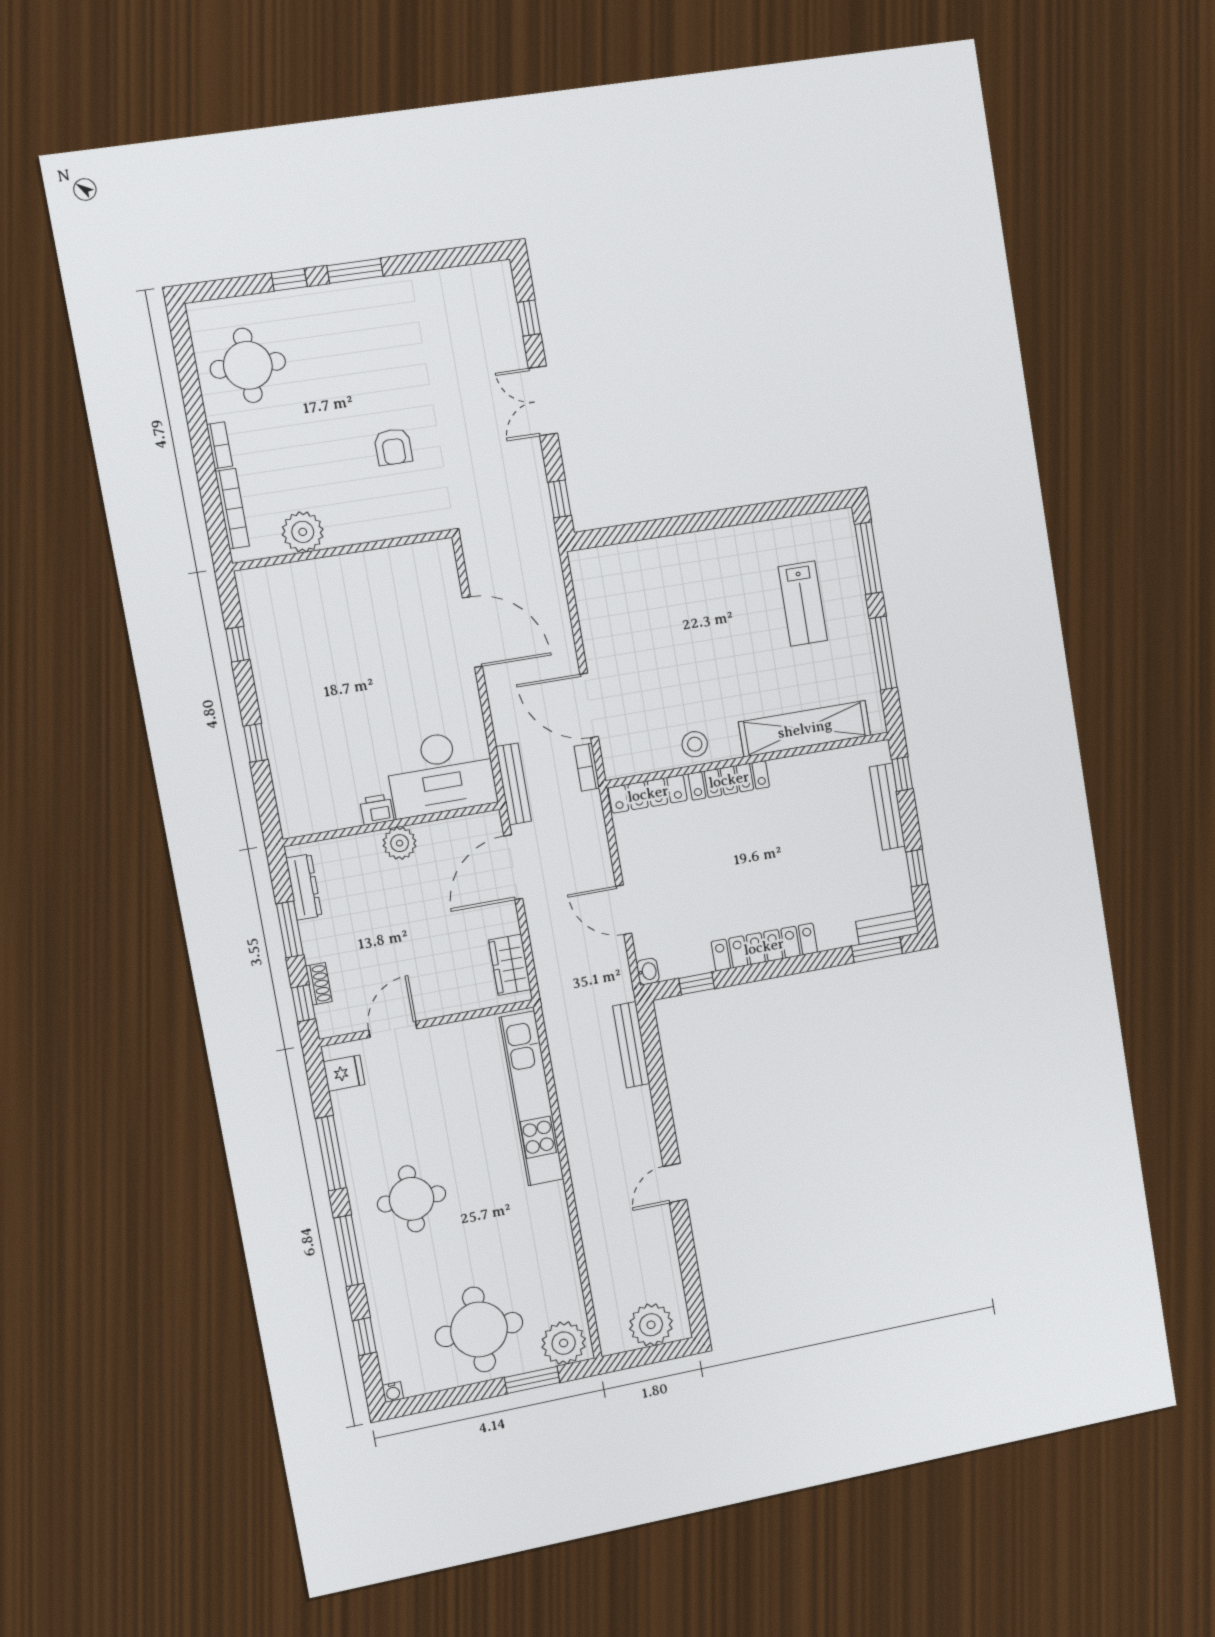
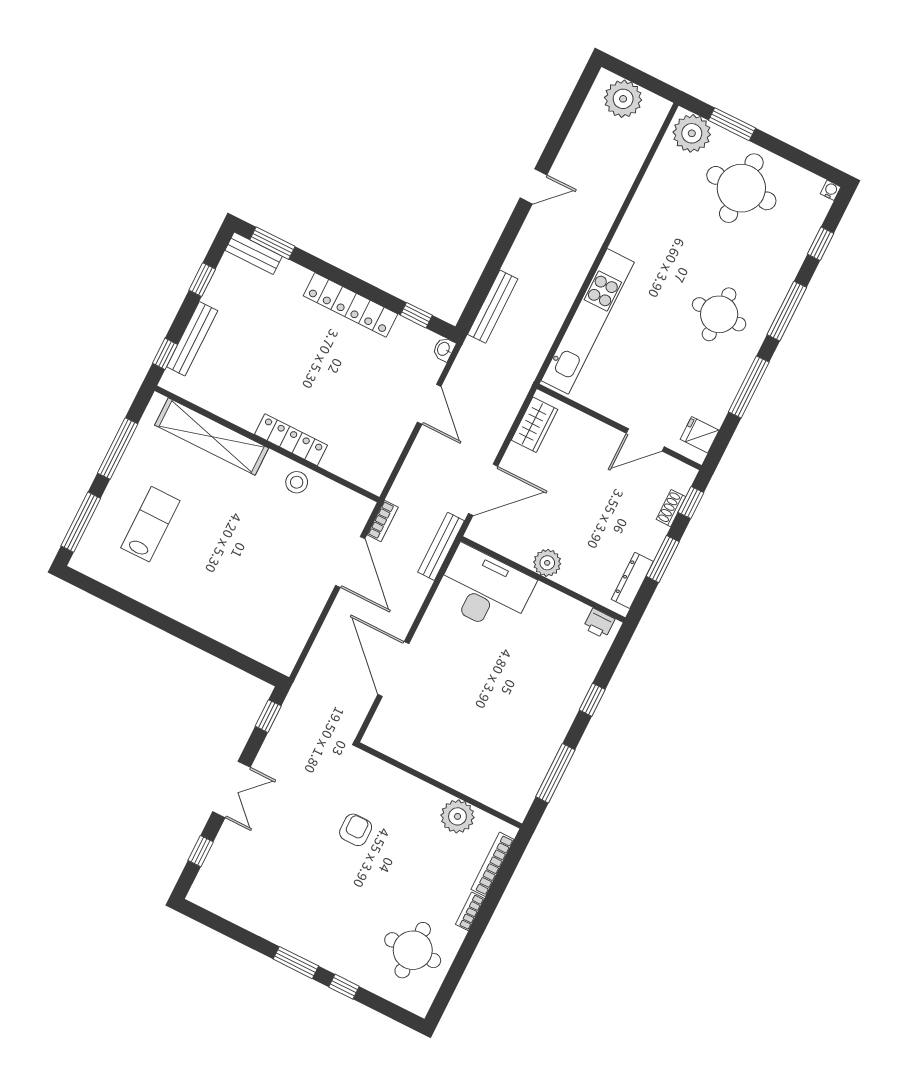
window: (238, 644) -> (555, 773), width x2.17
locker: (648, 794) -> (354, 472), removed
printer: (377, 810) -> (599, 623), moved

